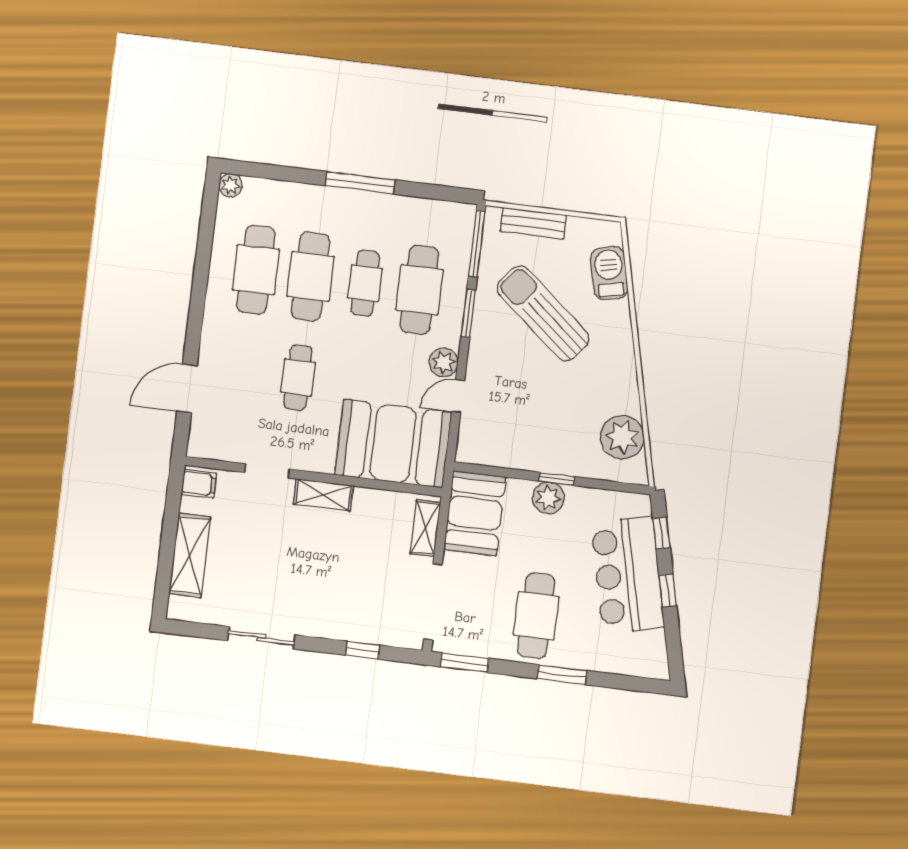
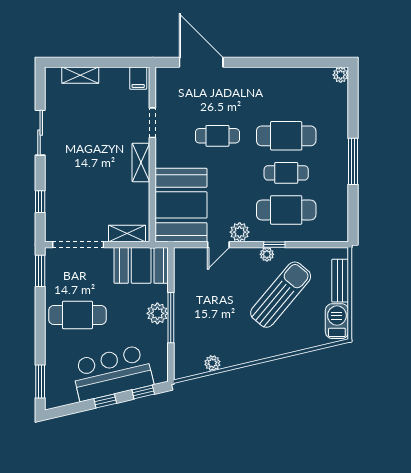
window: (477, 244) -> (322, 245), removed
cafe table: (256, 270) -> (286, 99), removed
barbecue: (609, 273) -> (337, 321), moved, turned -77
window: (468, 313) -> (274, 245), width x0.67
plant: (481, 326) -> (267, 254), added
door: (187, 388) -> (201, 62), width x1.36
door: (458, 396) -> (218, 245), swing flipped
plant: (622, 437) -> (212, 363), width x0.53, depth x0.53
window: (557, 479) -> (171, 318), width x2.17
shelving: (190, 555) -> (80, 75), width x0.67, depth x0.75
window: (562, 675) -> (40, 382), moved

